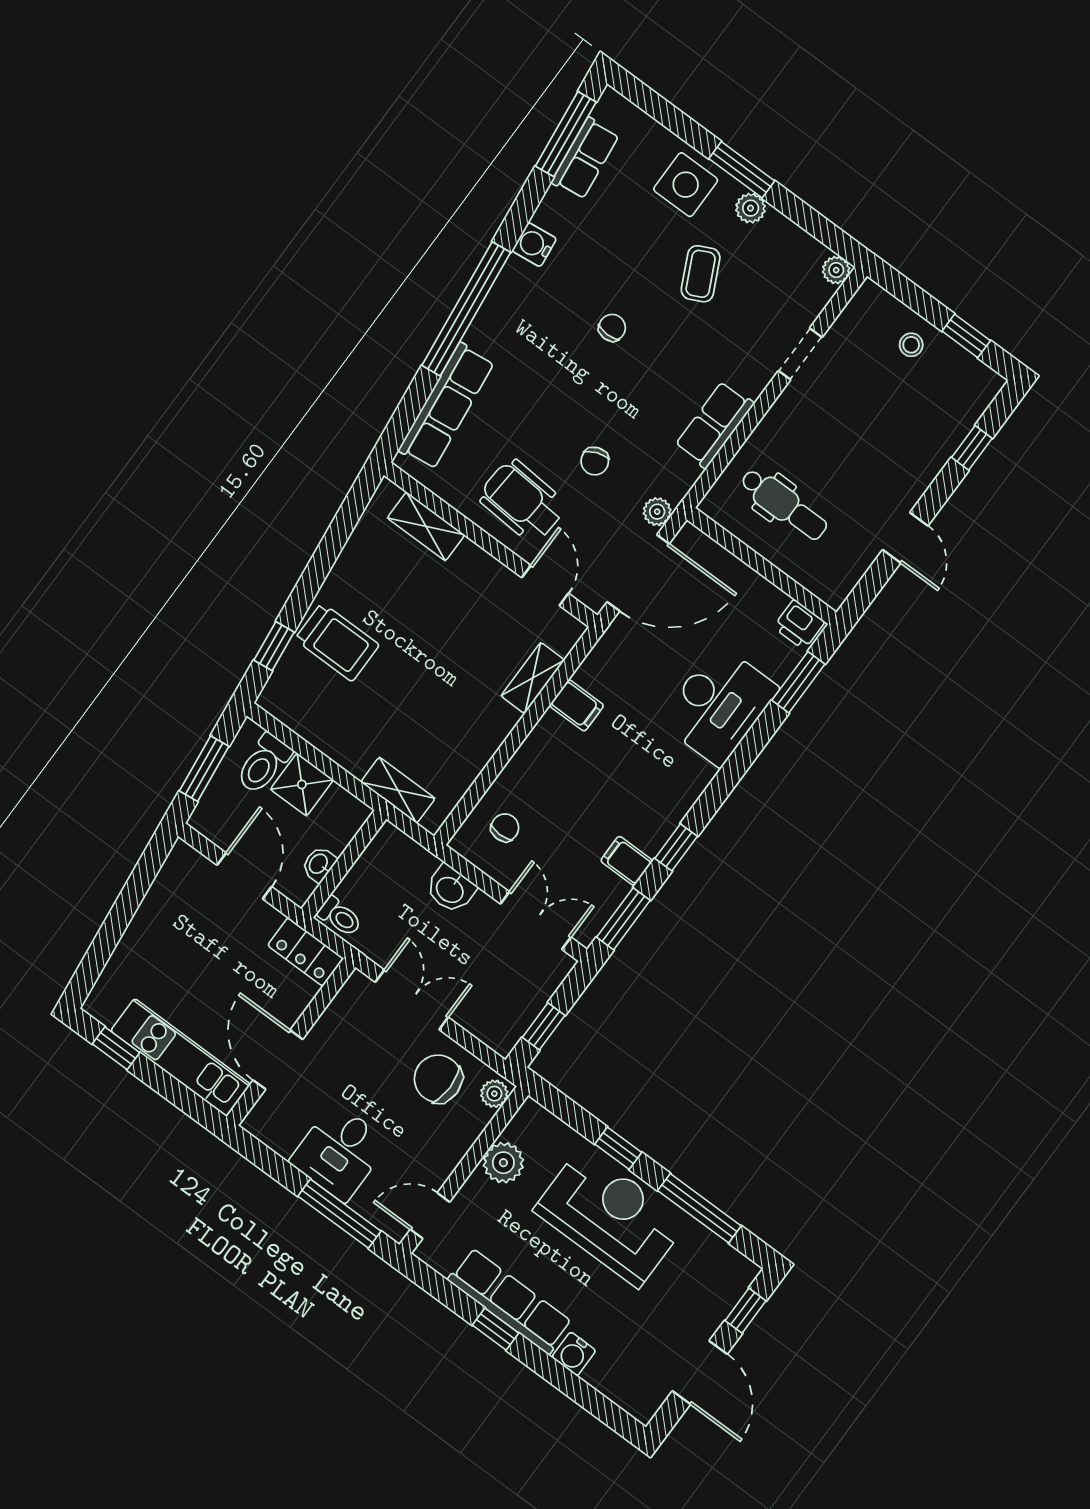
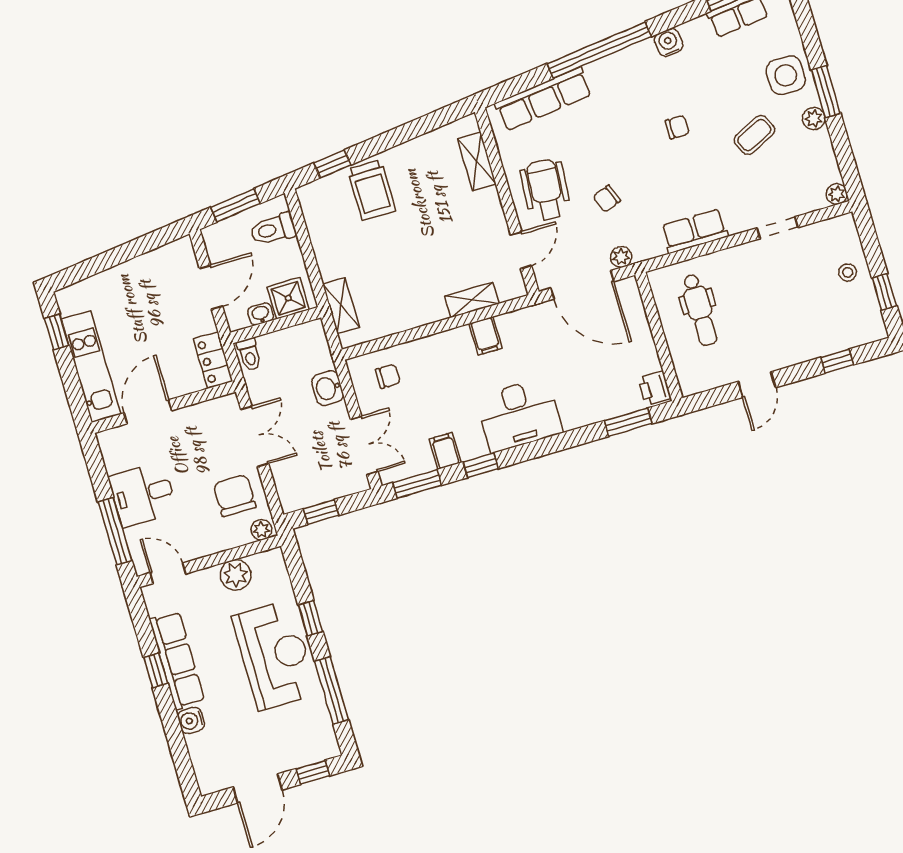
desk: (719, 705) -> (519, 415), moved
shower: (302, 785) -> (288, 298), moved

